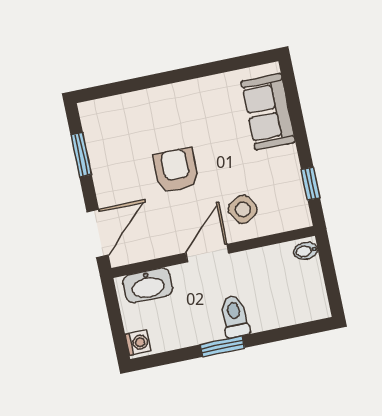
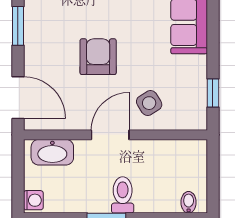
door: (98, 233) -> (18, 98), hinge flipped
bidet: (306, 251) -> (189, 202), moved, turned 90

